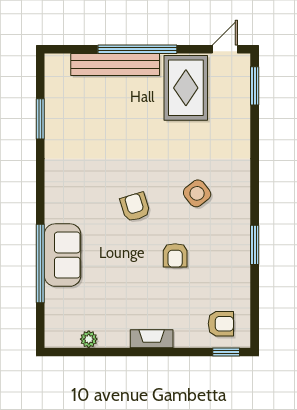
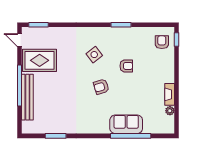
fireplace: (152, 339) -> (170, 94), moved

